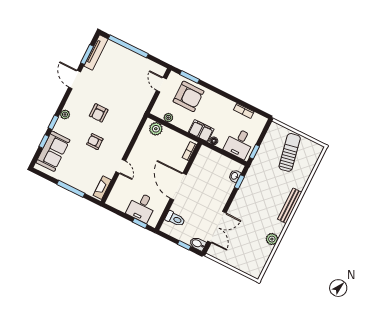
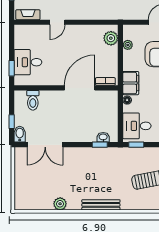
door: (178, 187) -> (80, 88), moved

